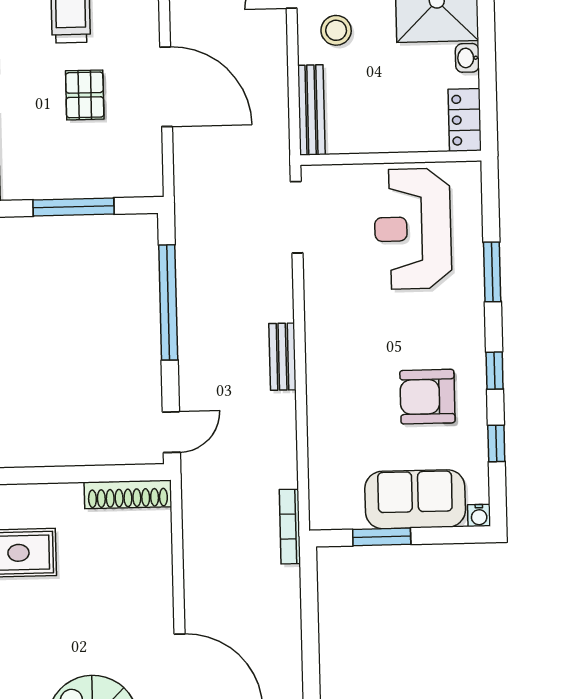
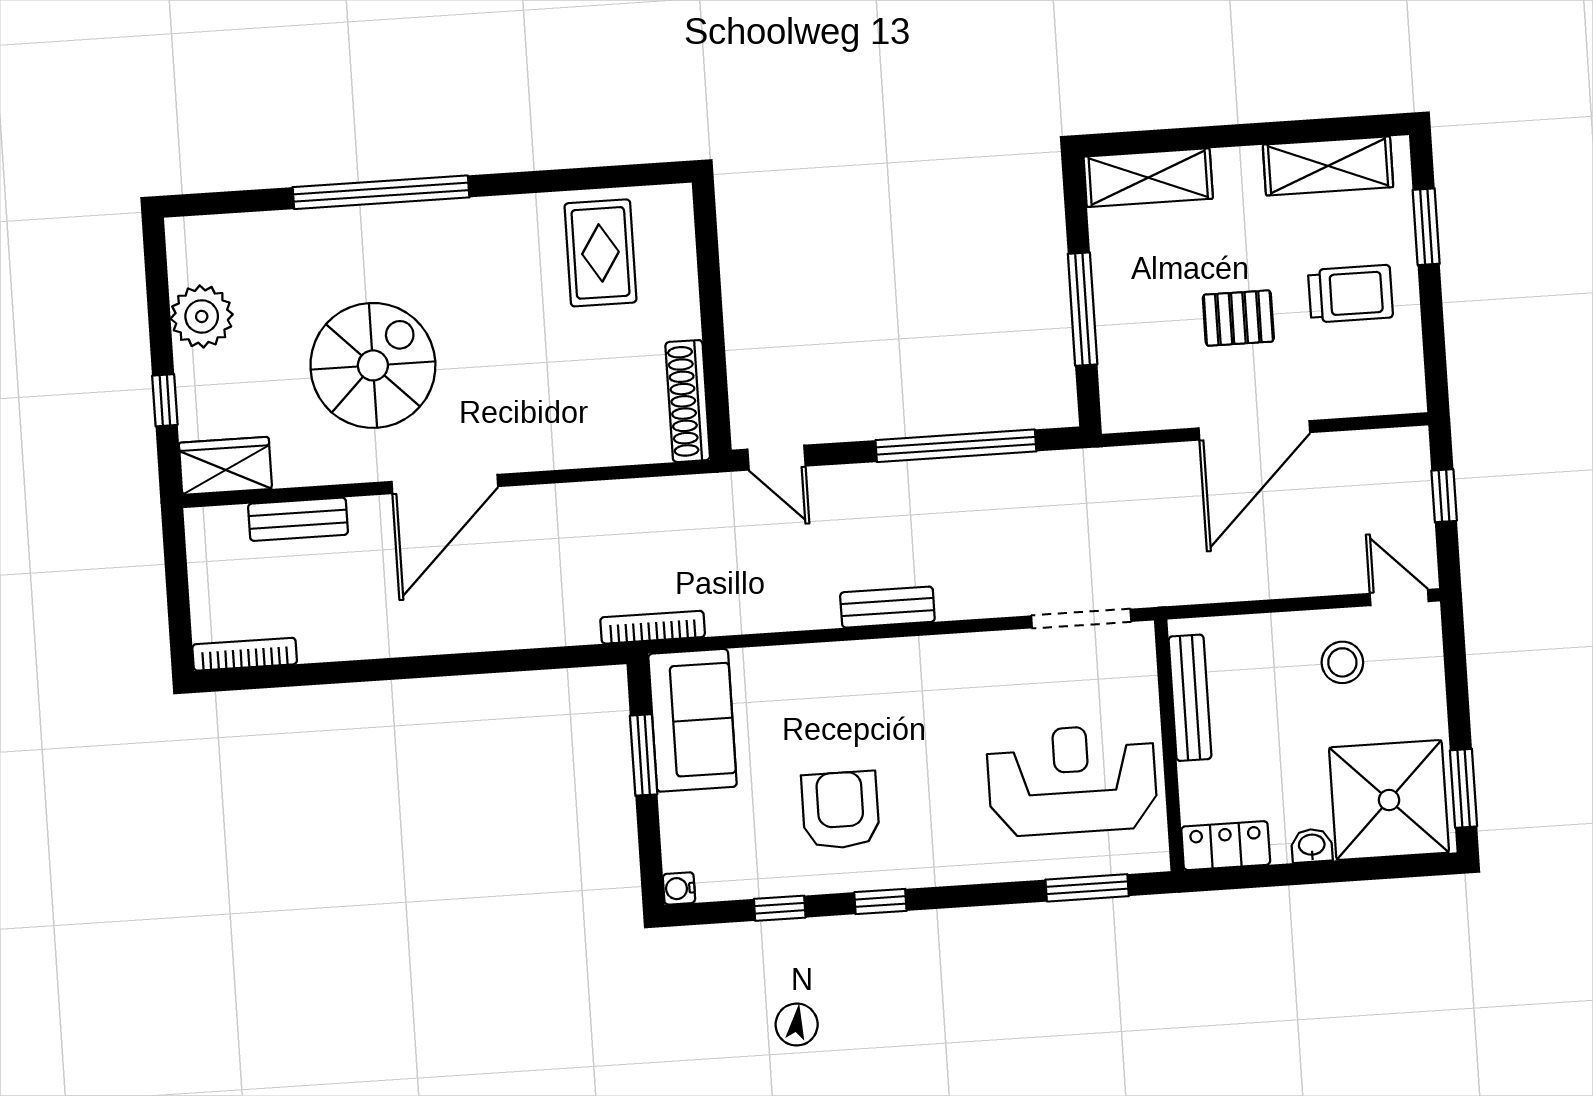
bench: (311, 110) -> (1190, 698), moved, turned 90
window: (492, 272) -> (1087, 888), moved
sofa: (415, 499) -> (692, 720), moved

